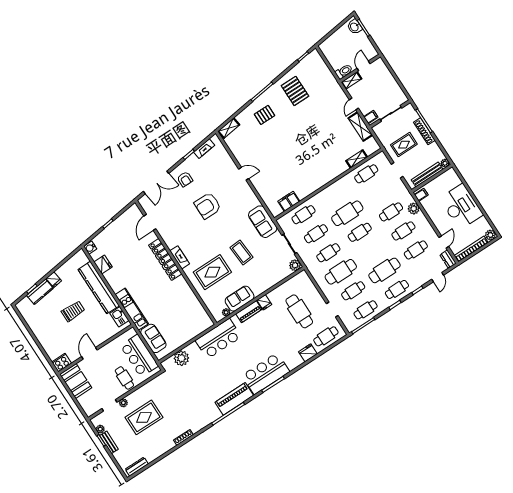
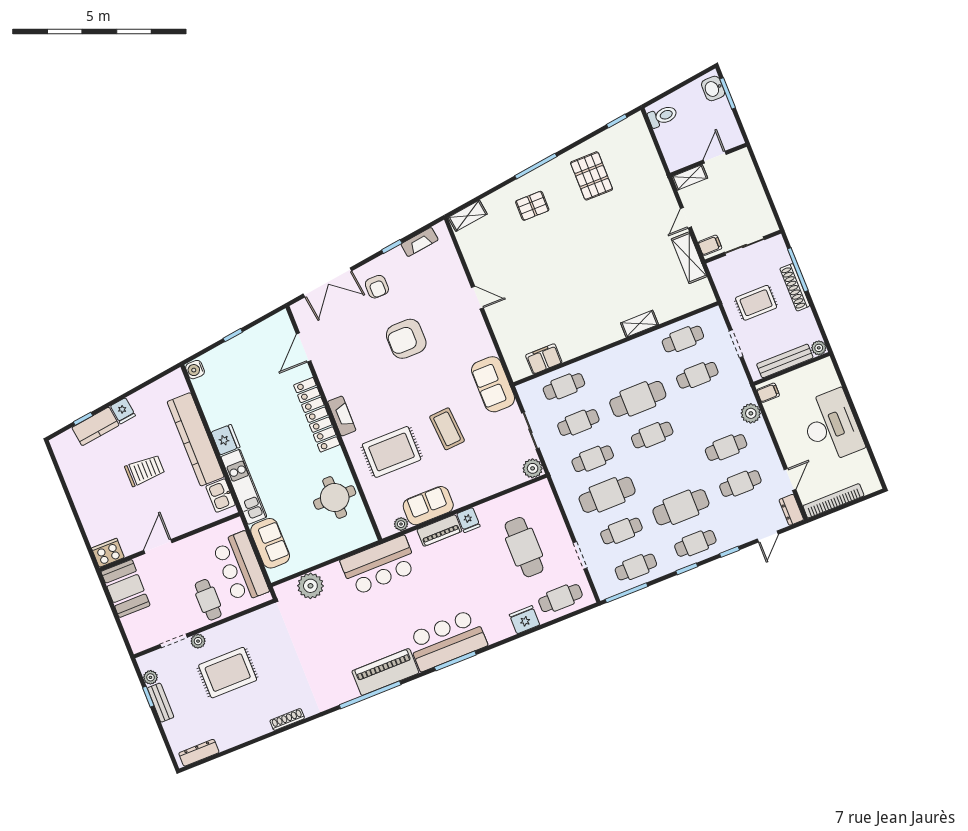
toilet: (344, 71) -> (663, 116), moved
shelving: (357, 159) -> (639, 324), moved
cafe table: (391, 212) -> (697, 375), moved
plant: (490, 235) -> (871, 484), removed
fridge: (103, 265) -> (226, 440), moved
round table: (185, 305) -> (335, 498), added

